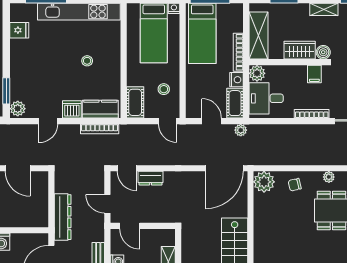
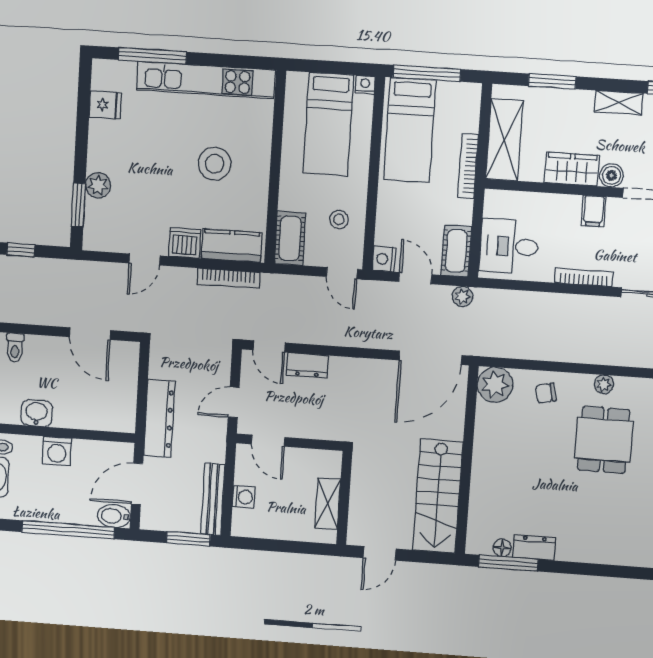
stool: (87, 61) -> (215, 164), width x1.89, depth x1.89
plant: (257, 73) -> (497, 203), removed
nightstand: (236, 80) -> (384, 259), moved, turned 180
plant: (18, 109) -> (98, 185), moved
door: (107, 204) -> (234, 402), hinge flipped

